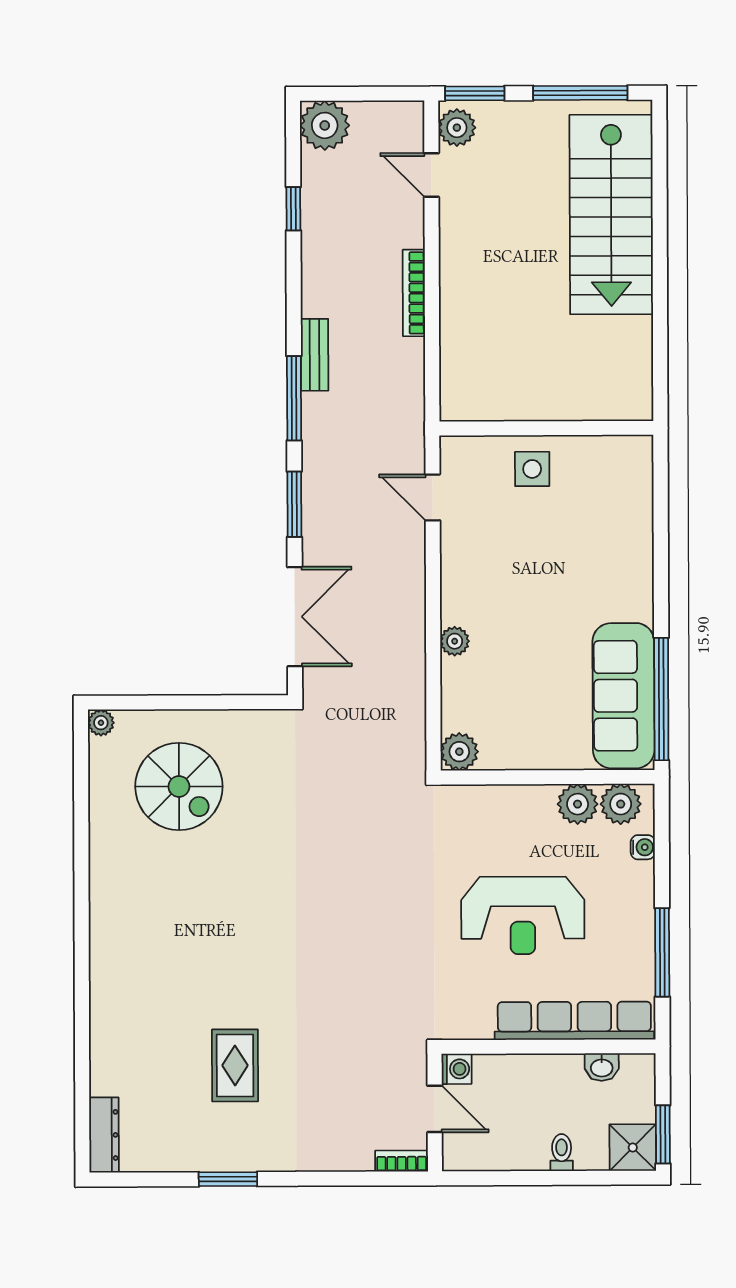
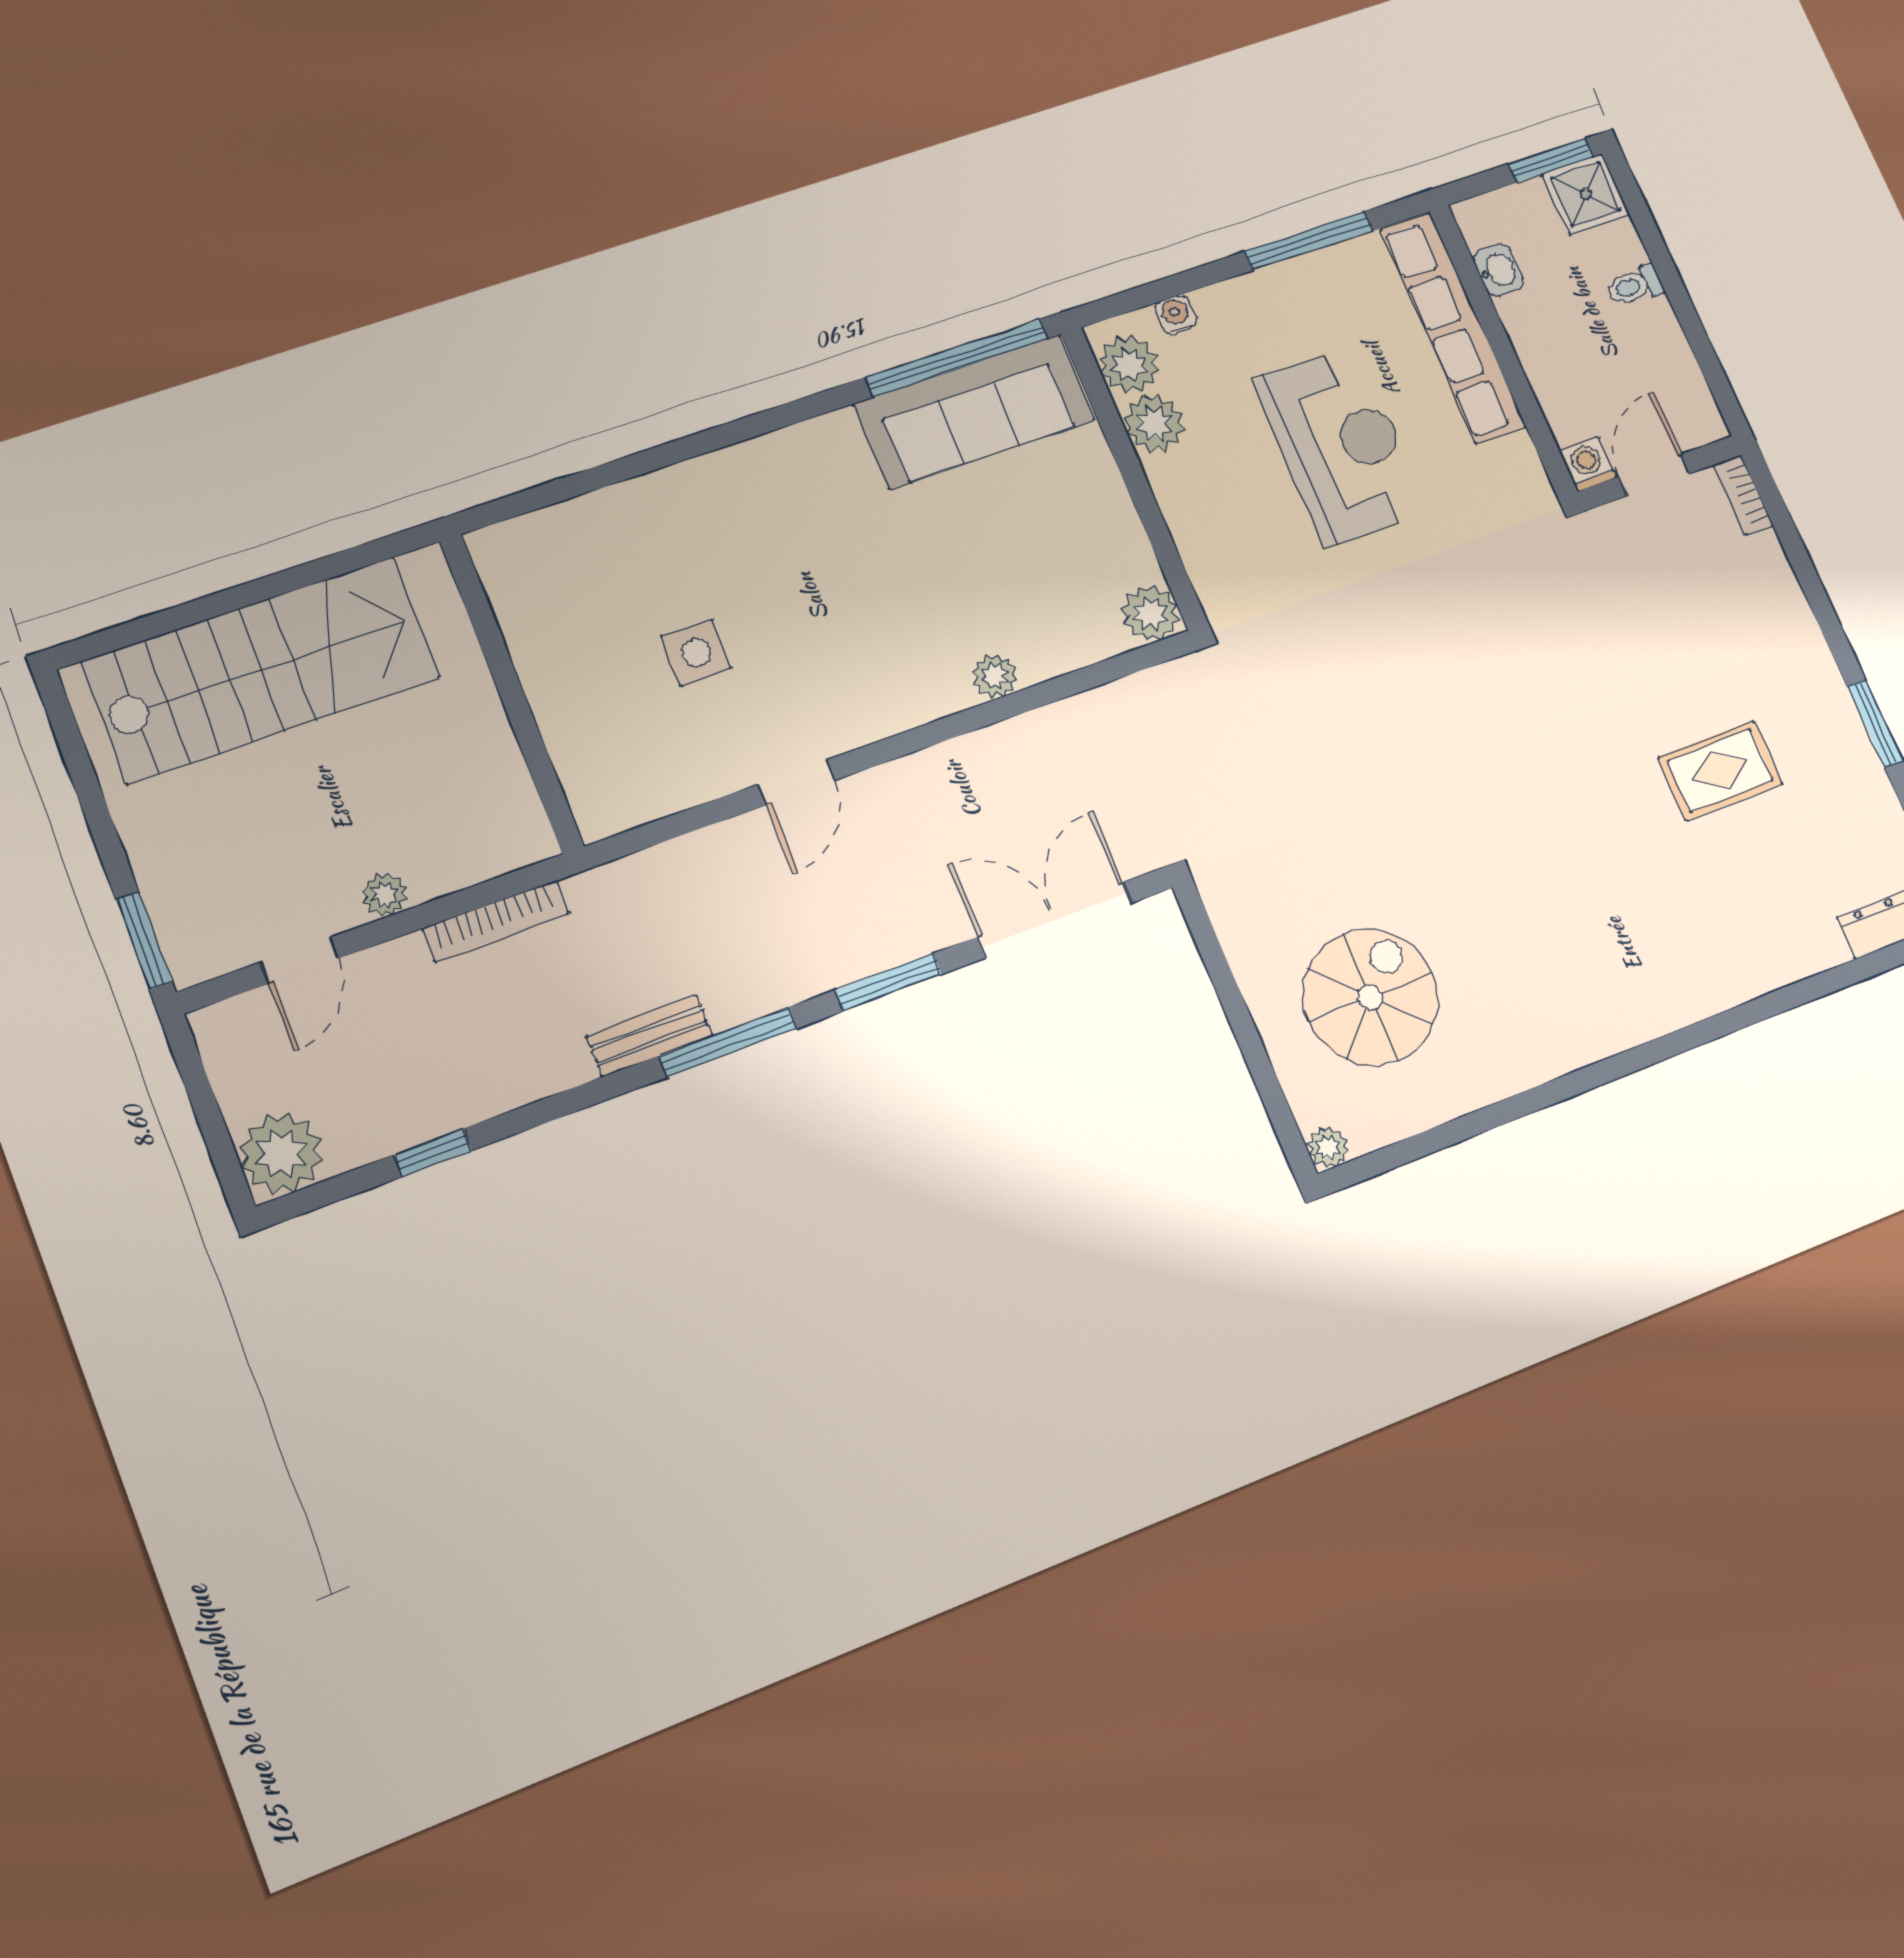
window: (580, 93) -> (85, 781), removed
plant: (457, 128) -> (385, 895), moved, width x0.73, depth x0.73
wall: (546, 428) -> (511, 693), moved

